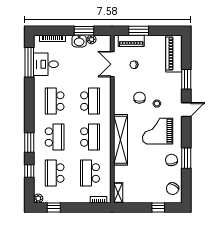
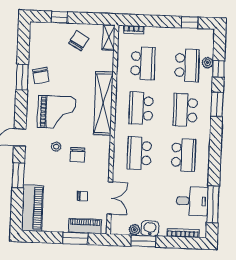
chair: (173, 189) -> (79, 41), moved
plant: (38, 199) -> (208, 63), moved

